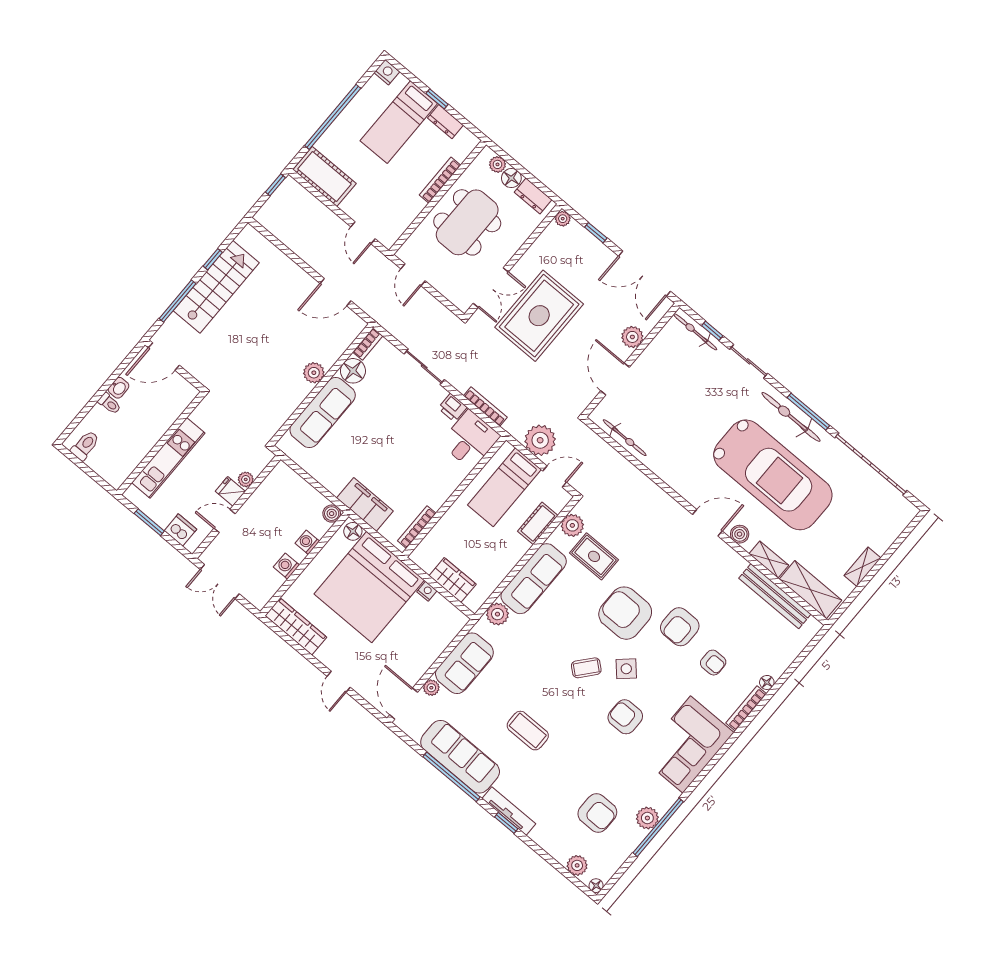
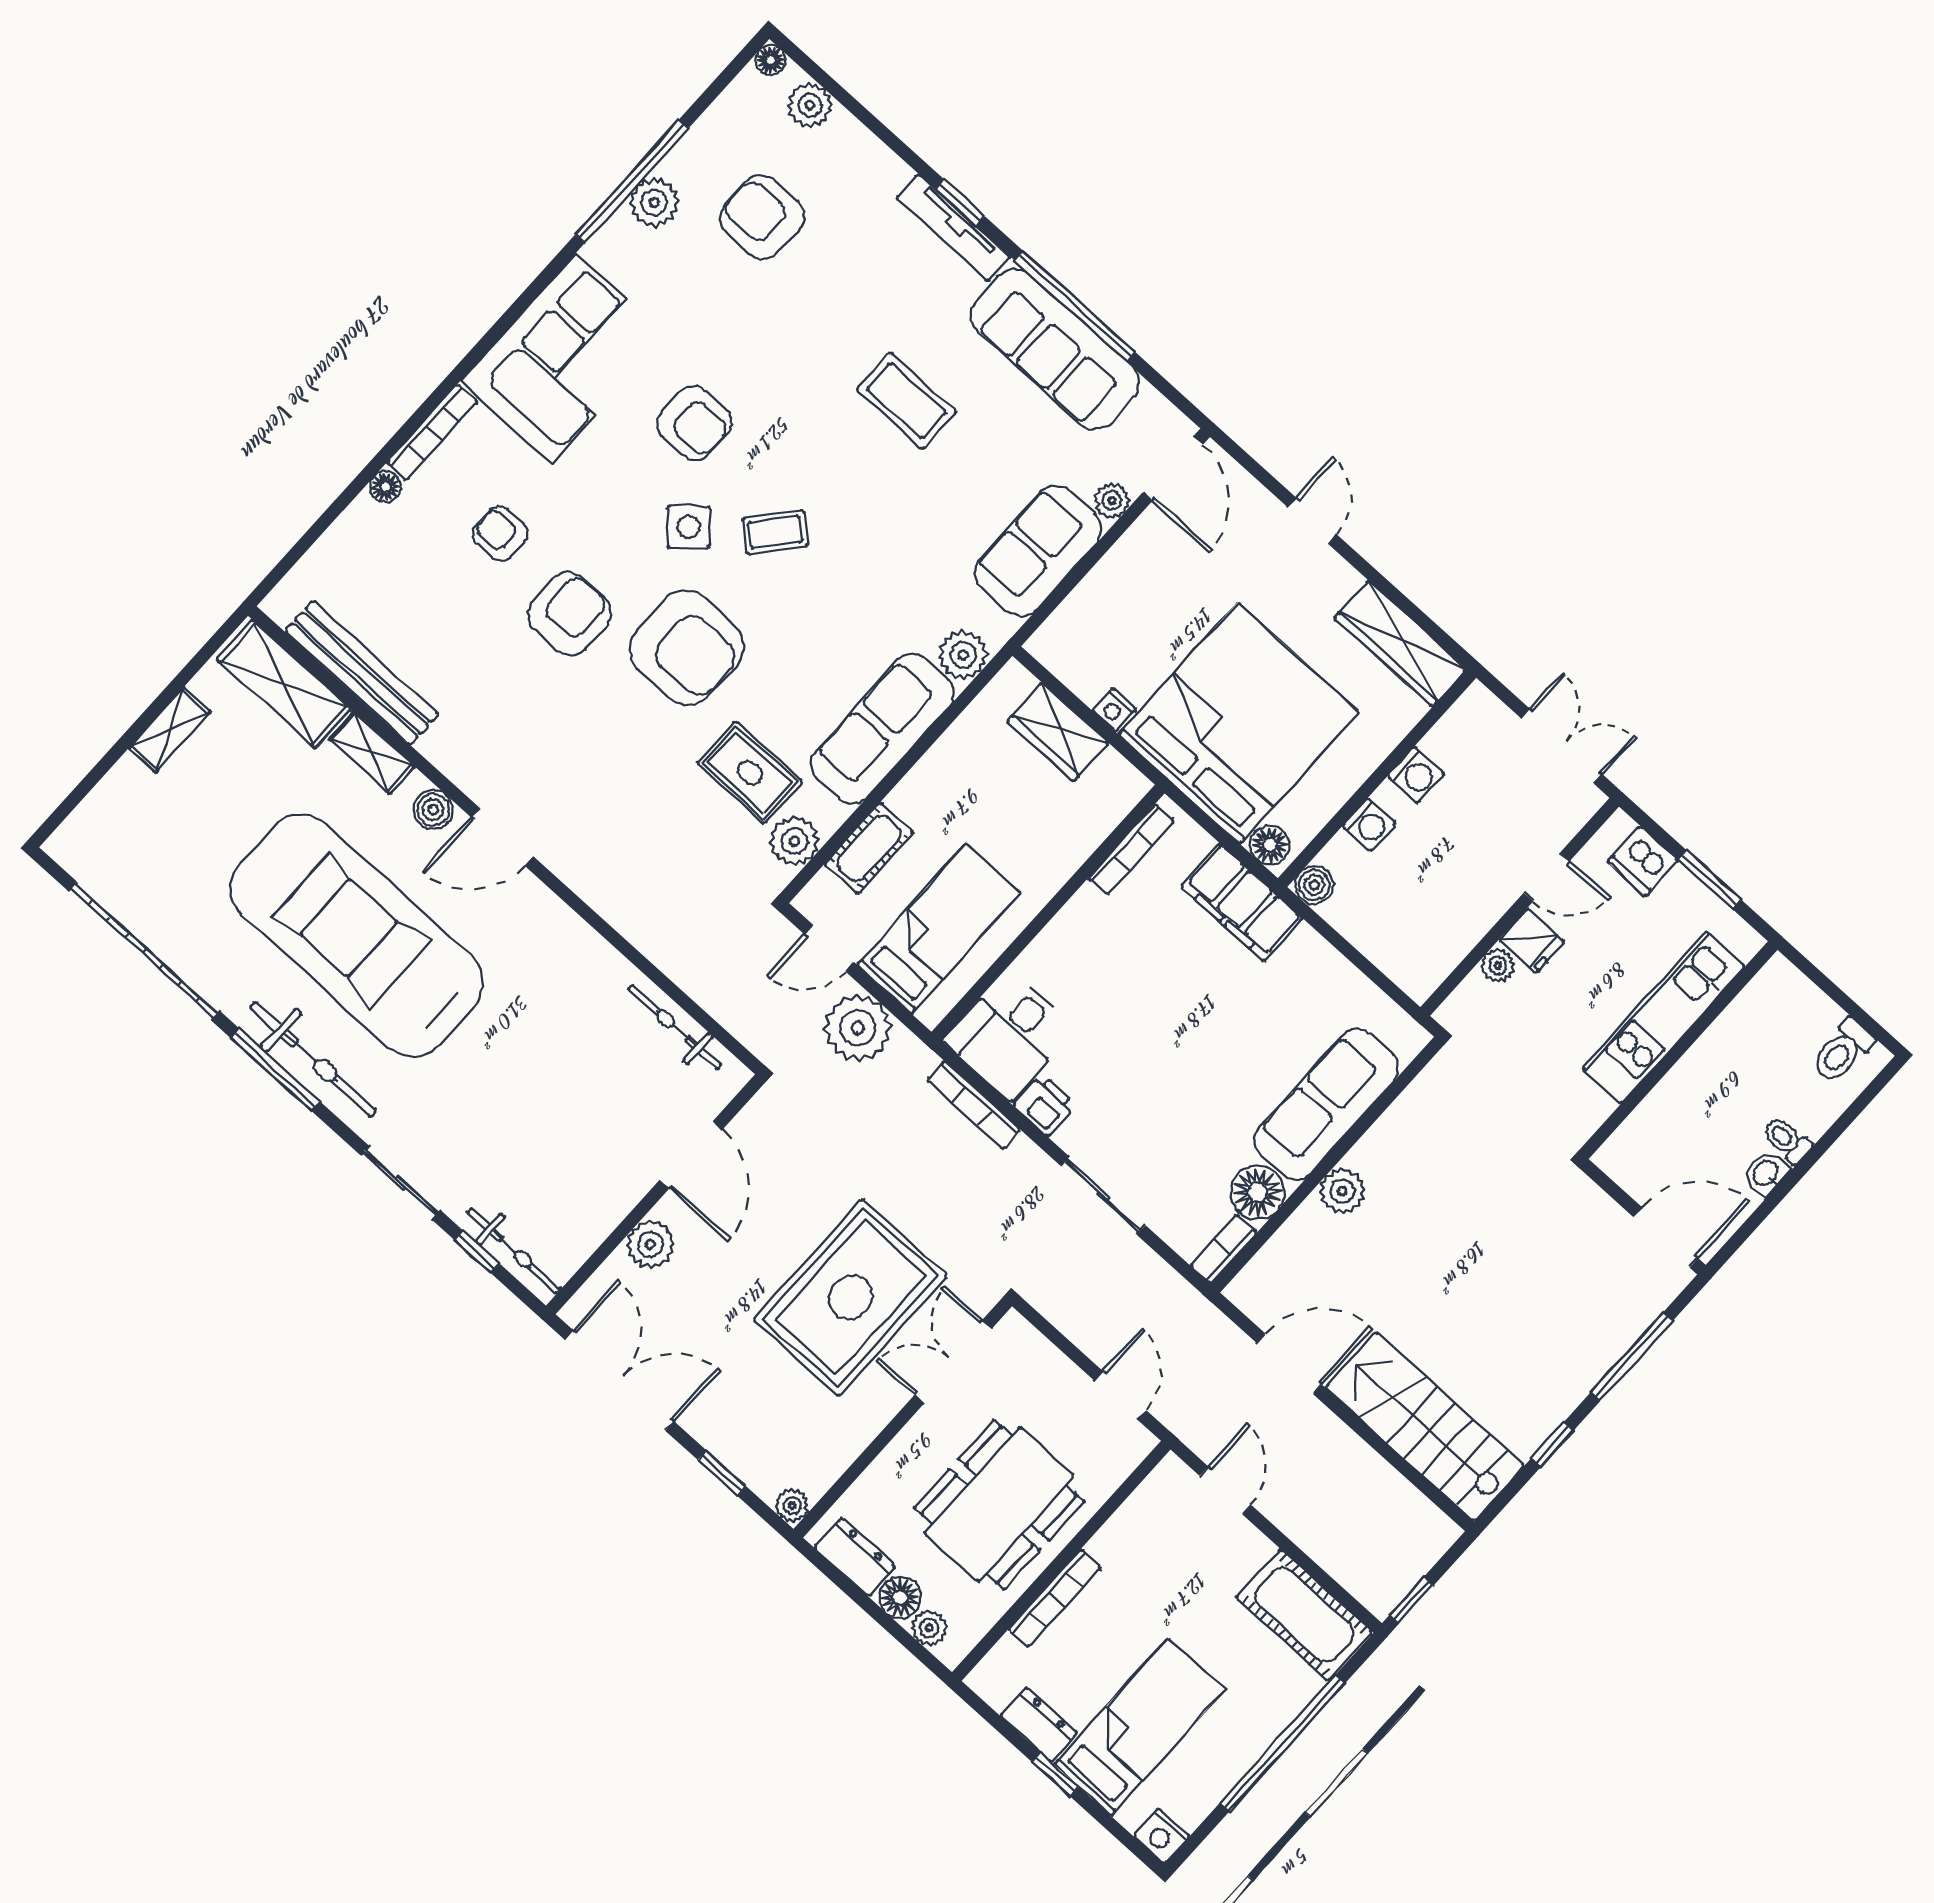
stairs: (216, 287) -> (1425, 1427), moved, turned 90

